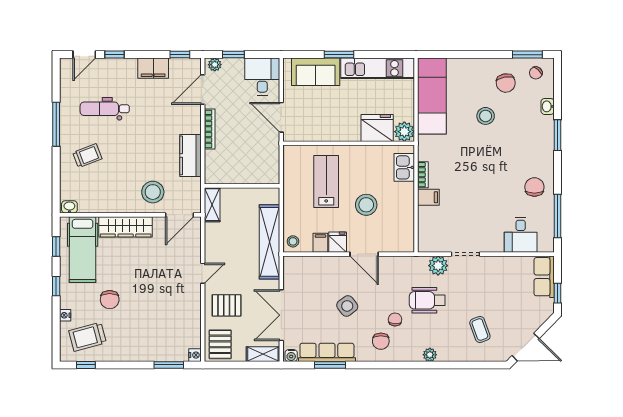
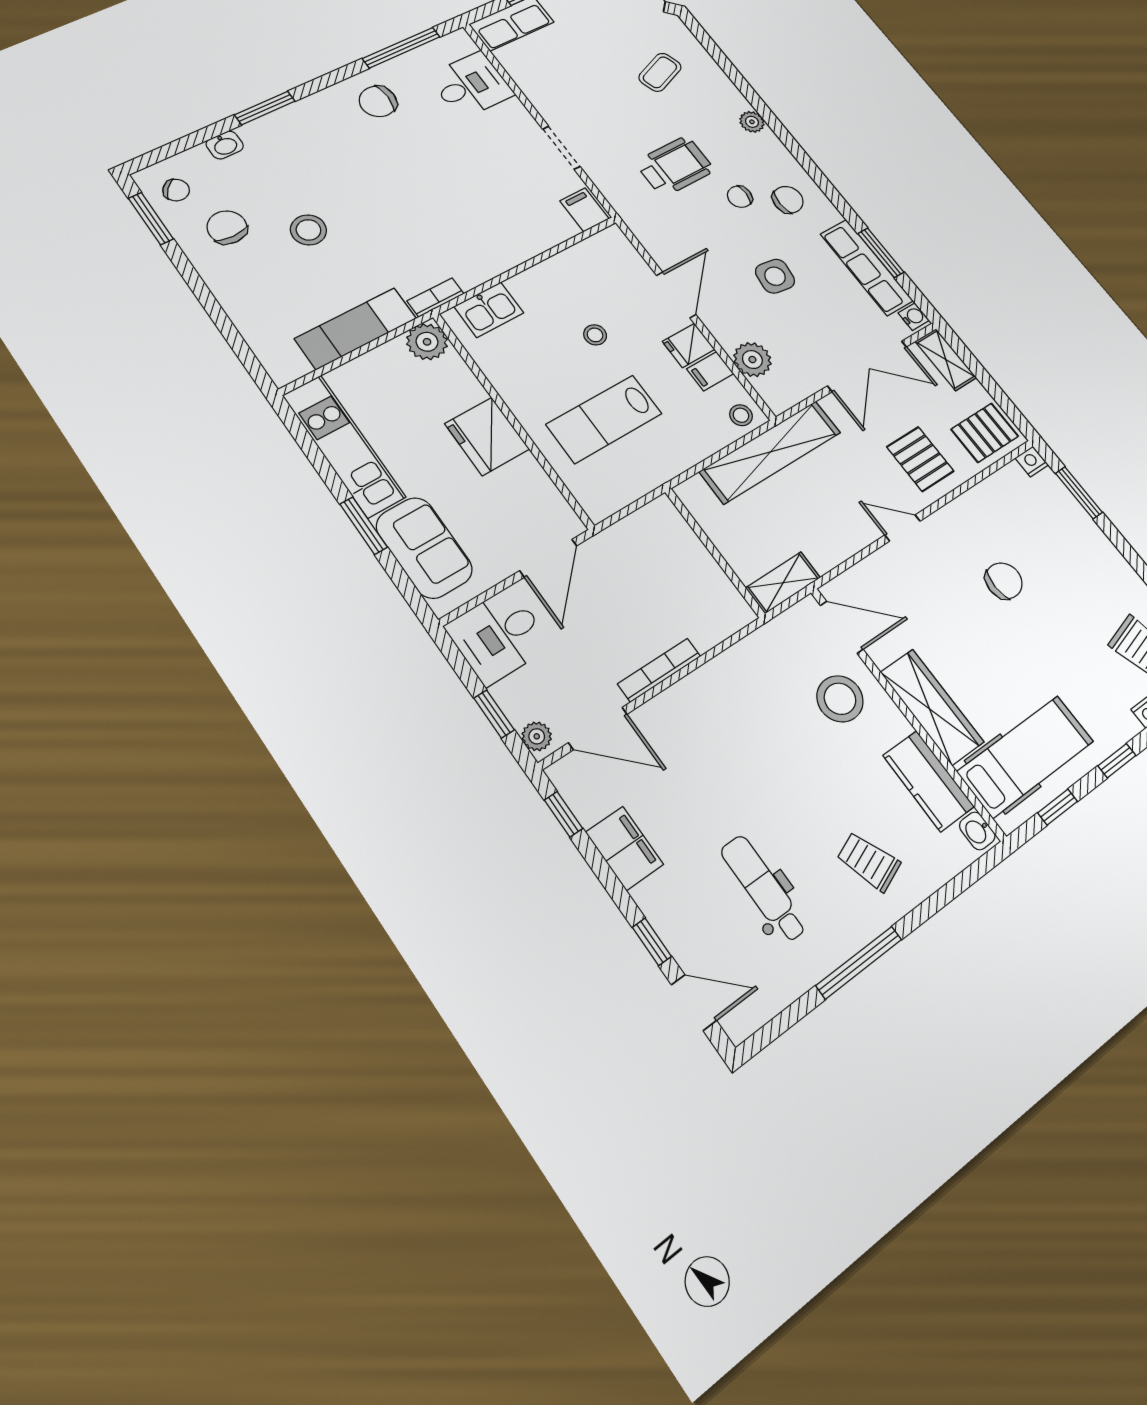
chair: (506, 83) -> (227, 227), turned -80
exam couch: (432, 96) -> (356, 328), width x0.73, depth x0.69
dental chair: (105, 109) -> (764, 889), turned 180
fridge: (377, 128) -> (487, 436), moved
kitchen counter: (190, 155) -> (928, 781), moved, turned 90
bookcase: (423, 175) -> (435, 297), moved
filing cabinet: (428, 197) -> (585, 210), moved
stool: (366, 205) -> (595, 335), width x0.53, depth x0.53
plant: (438, 266) -> (752, 360), moved
chair: (110, 300) -> (1004, 581), moved
wheelchair: (427, 300) -> (675, 166), turned -90
side table: (347, 306) -> (775, 276), turned 45

